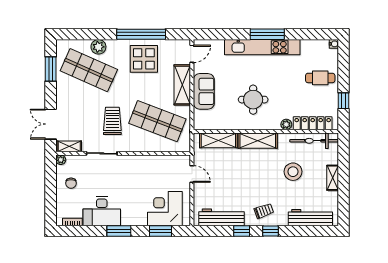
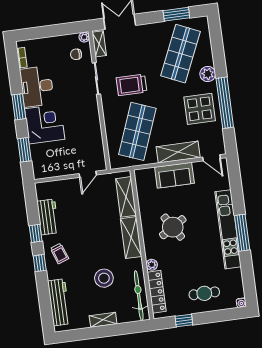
plant: (98, 47) -> (208, 74), moved
cafe table: (320, 78) -> (204, 293), turned 90
round table: (253, 100) -> (173, 227), turned -32
trolley: (112, 121) -> (132, 85), turned 180
chair: (71, 183) -> (76, 54), moved
corner desk: (165, 209) -> (45, 124), moved
workbench: (221, 217) -> (48, 217), width x0.73

